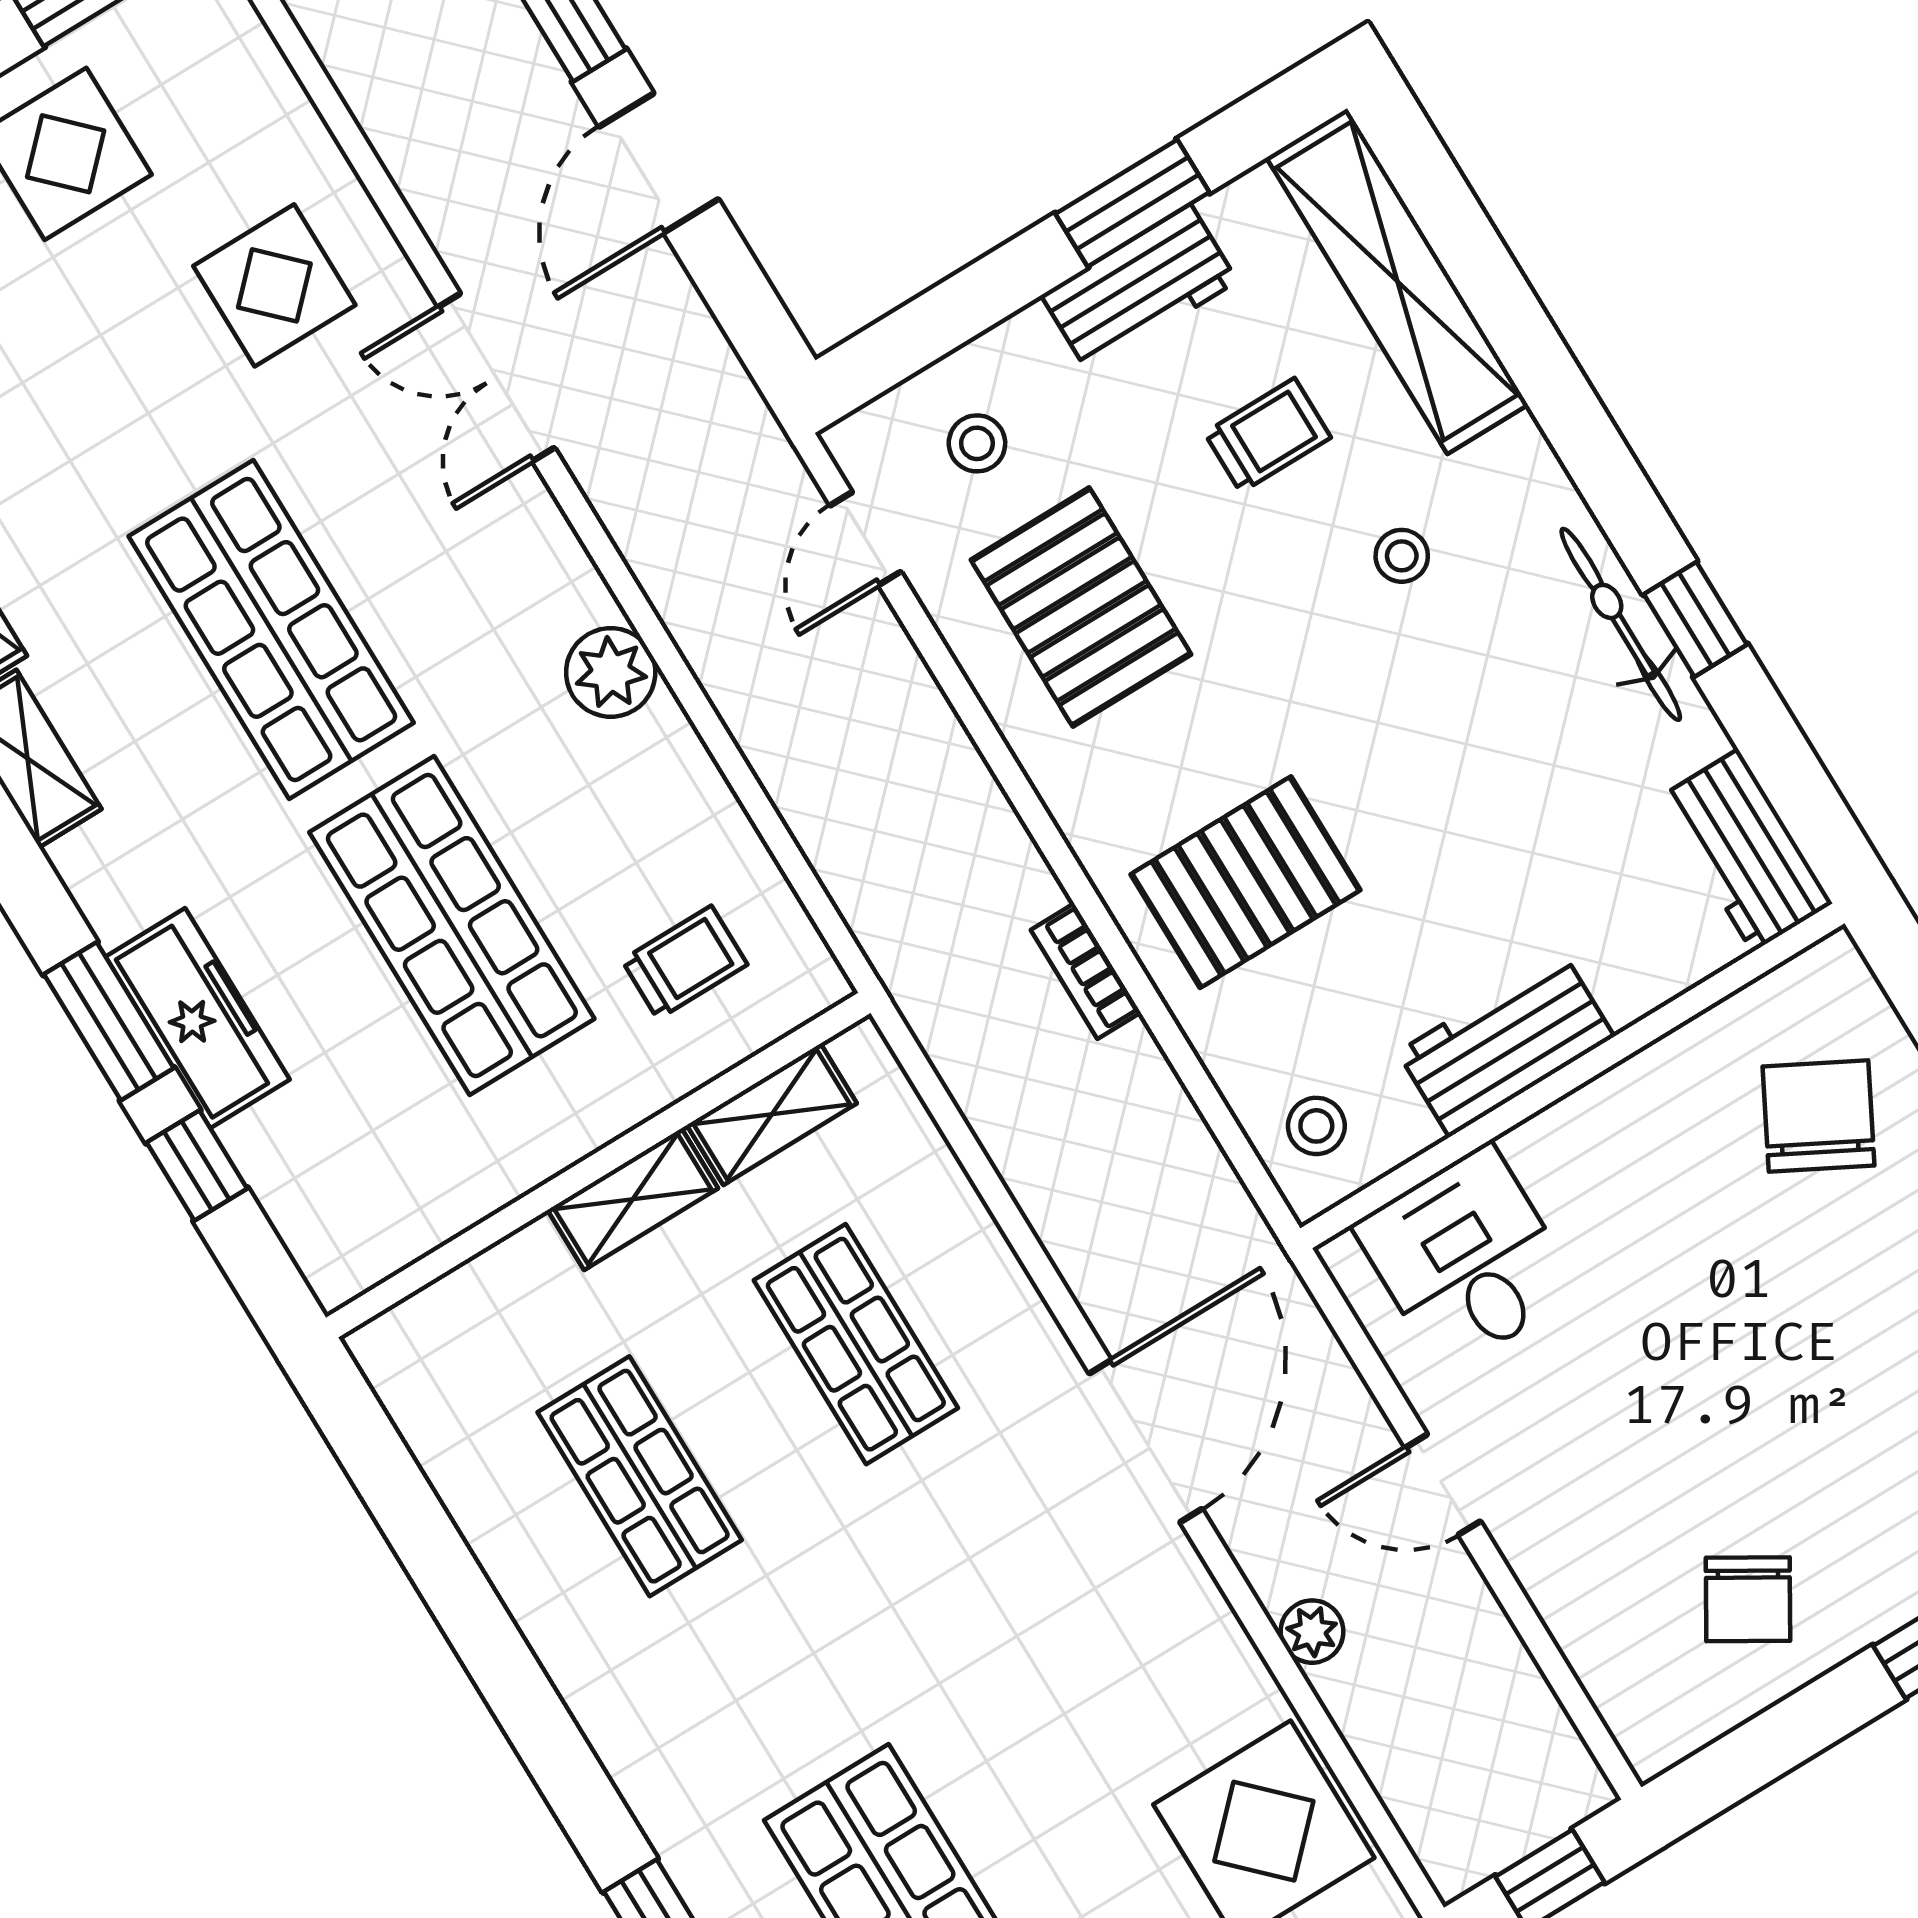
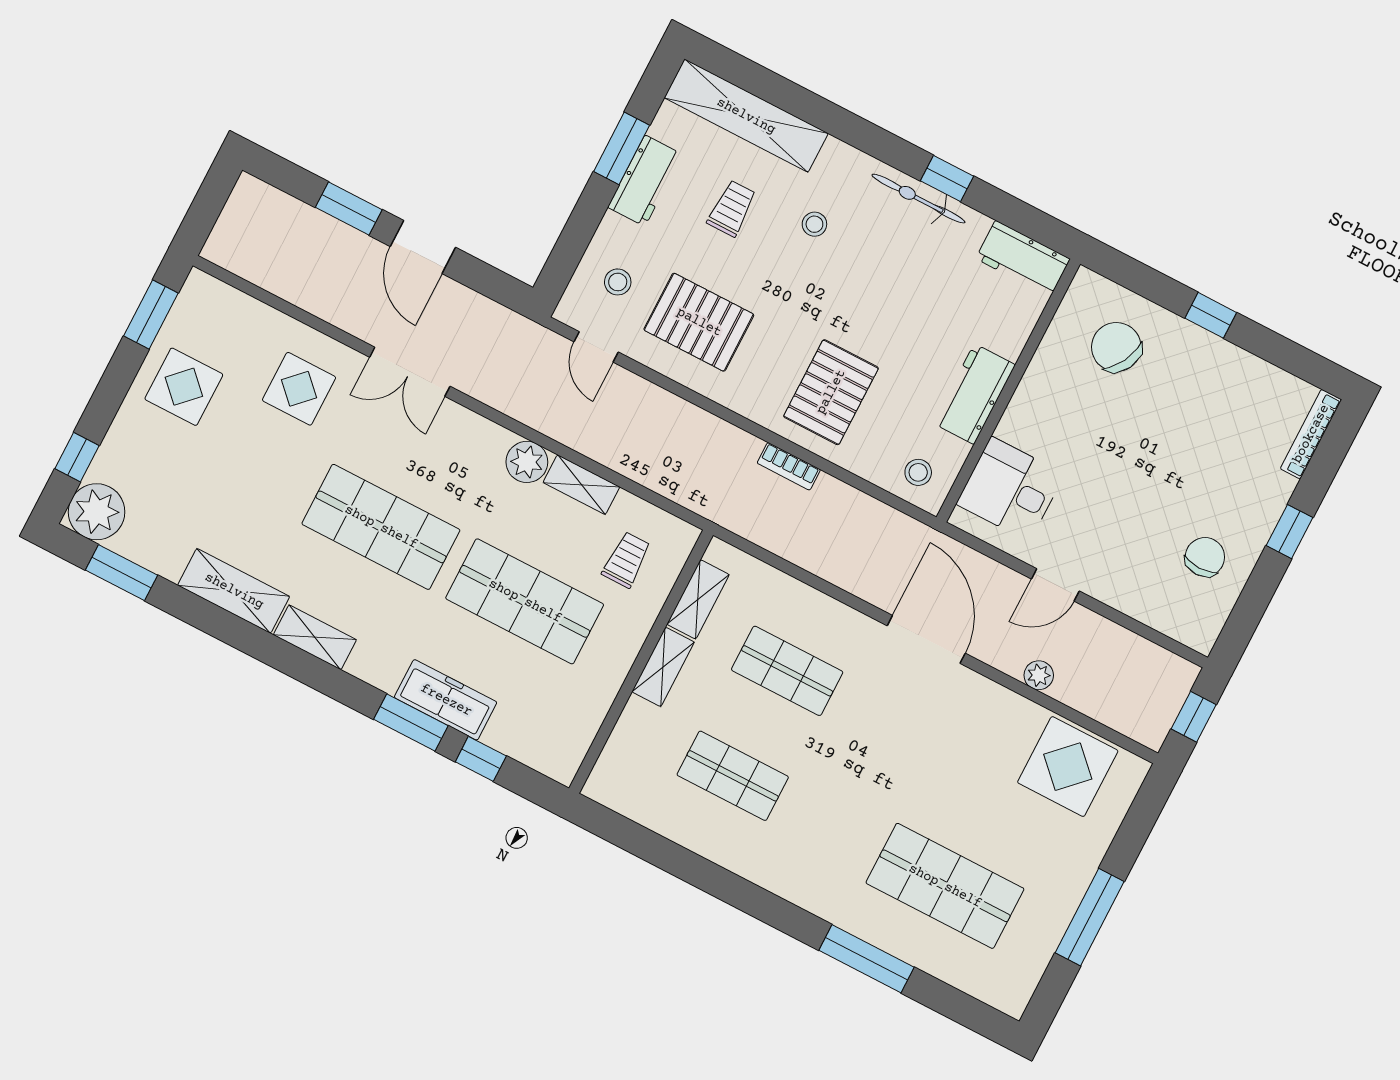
shelving: (685, 775) -> (581, 485), added
chair: (1748, 1599) -> (1205, 557), turned -121

